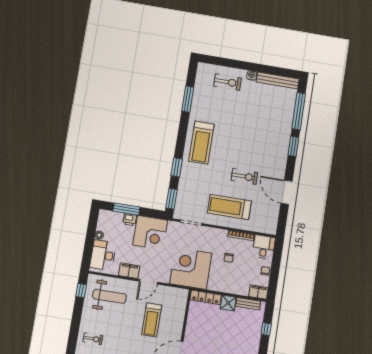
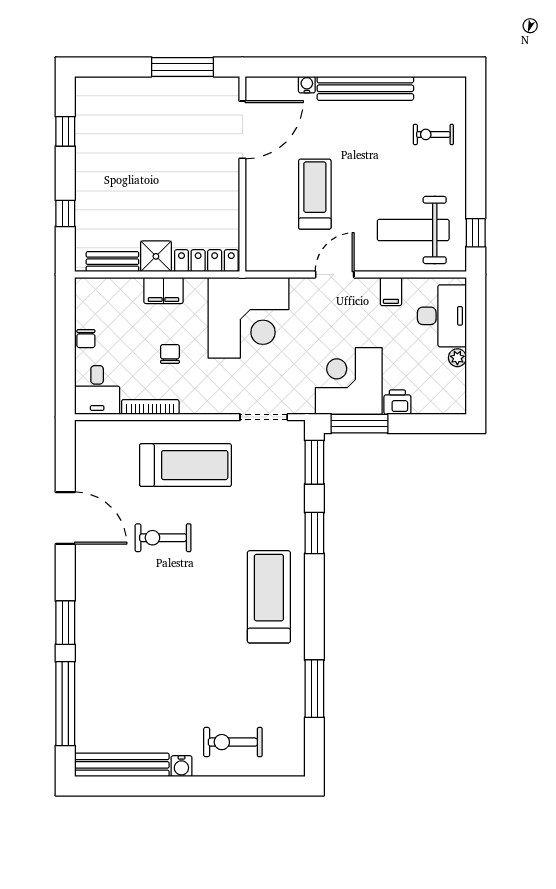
window: (126, 209) -> (359, 424), moved
filing cabinet: (129, 271) -> (391, 291), width x0.50
filing cabinet: (258, 292) -> (163, 290), moved

